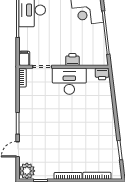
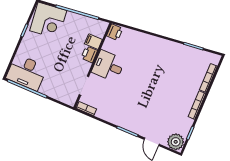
filing cabinet: (24, 58) -> (93, 42), moved
desk: (69, 81) -> (108, 66), width x0.73

